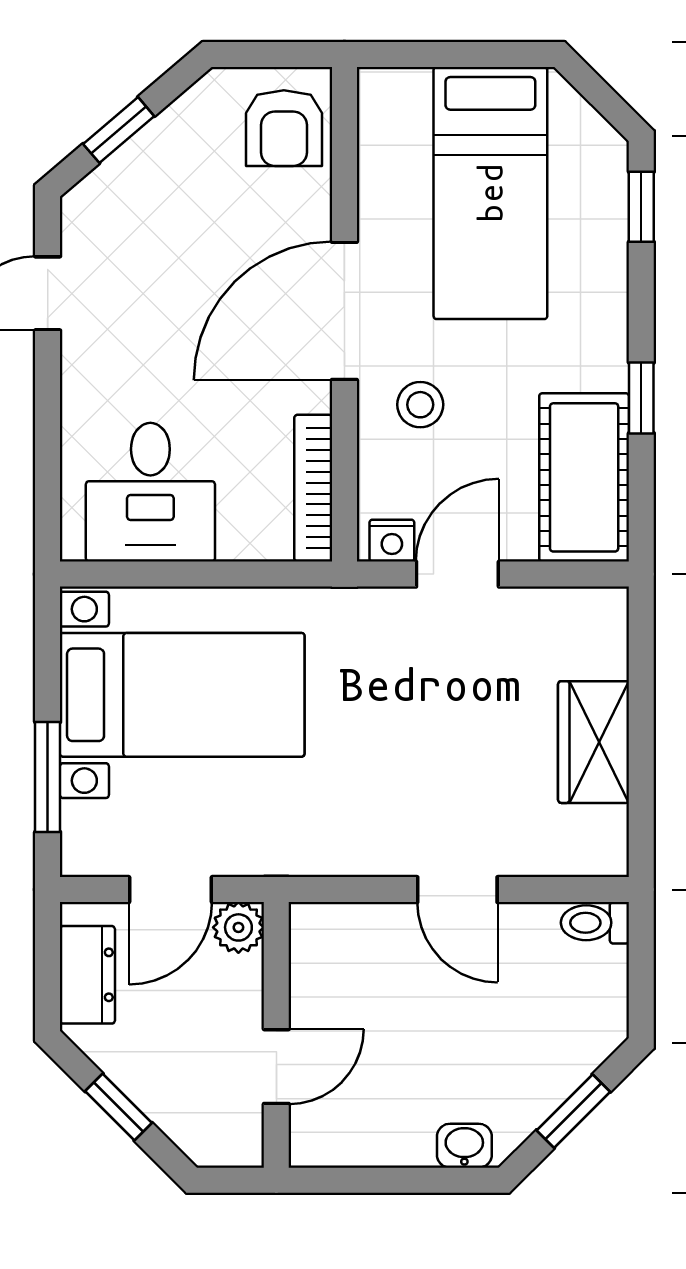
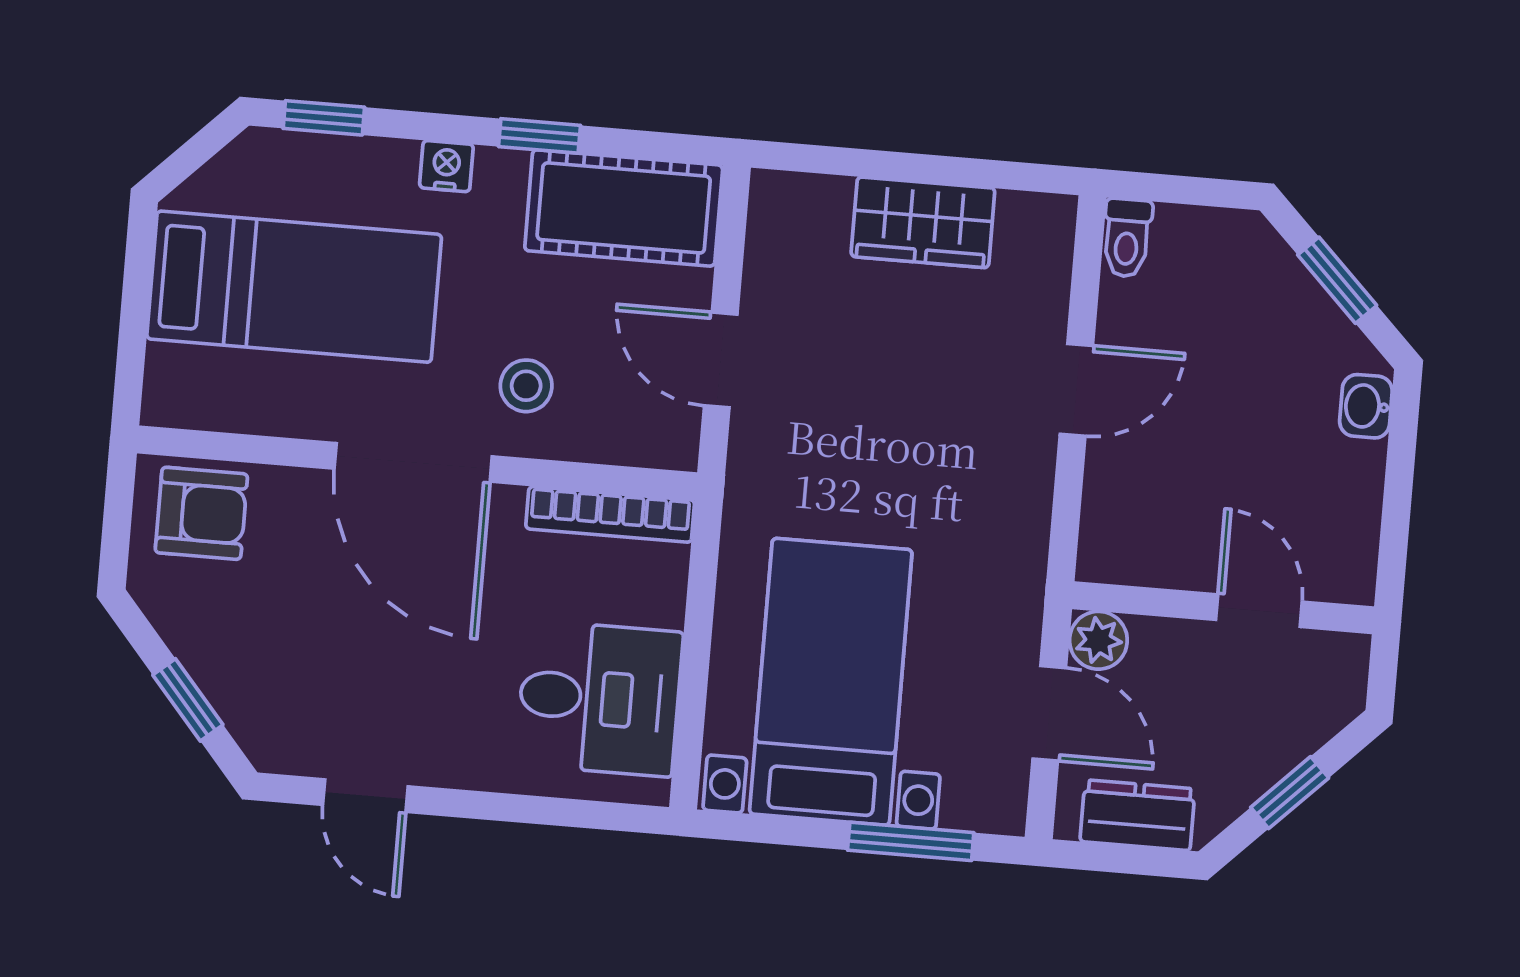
nightstand: (392, 541) -> (446, 166), moved, turned -90

